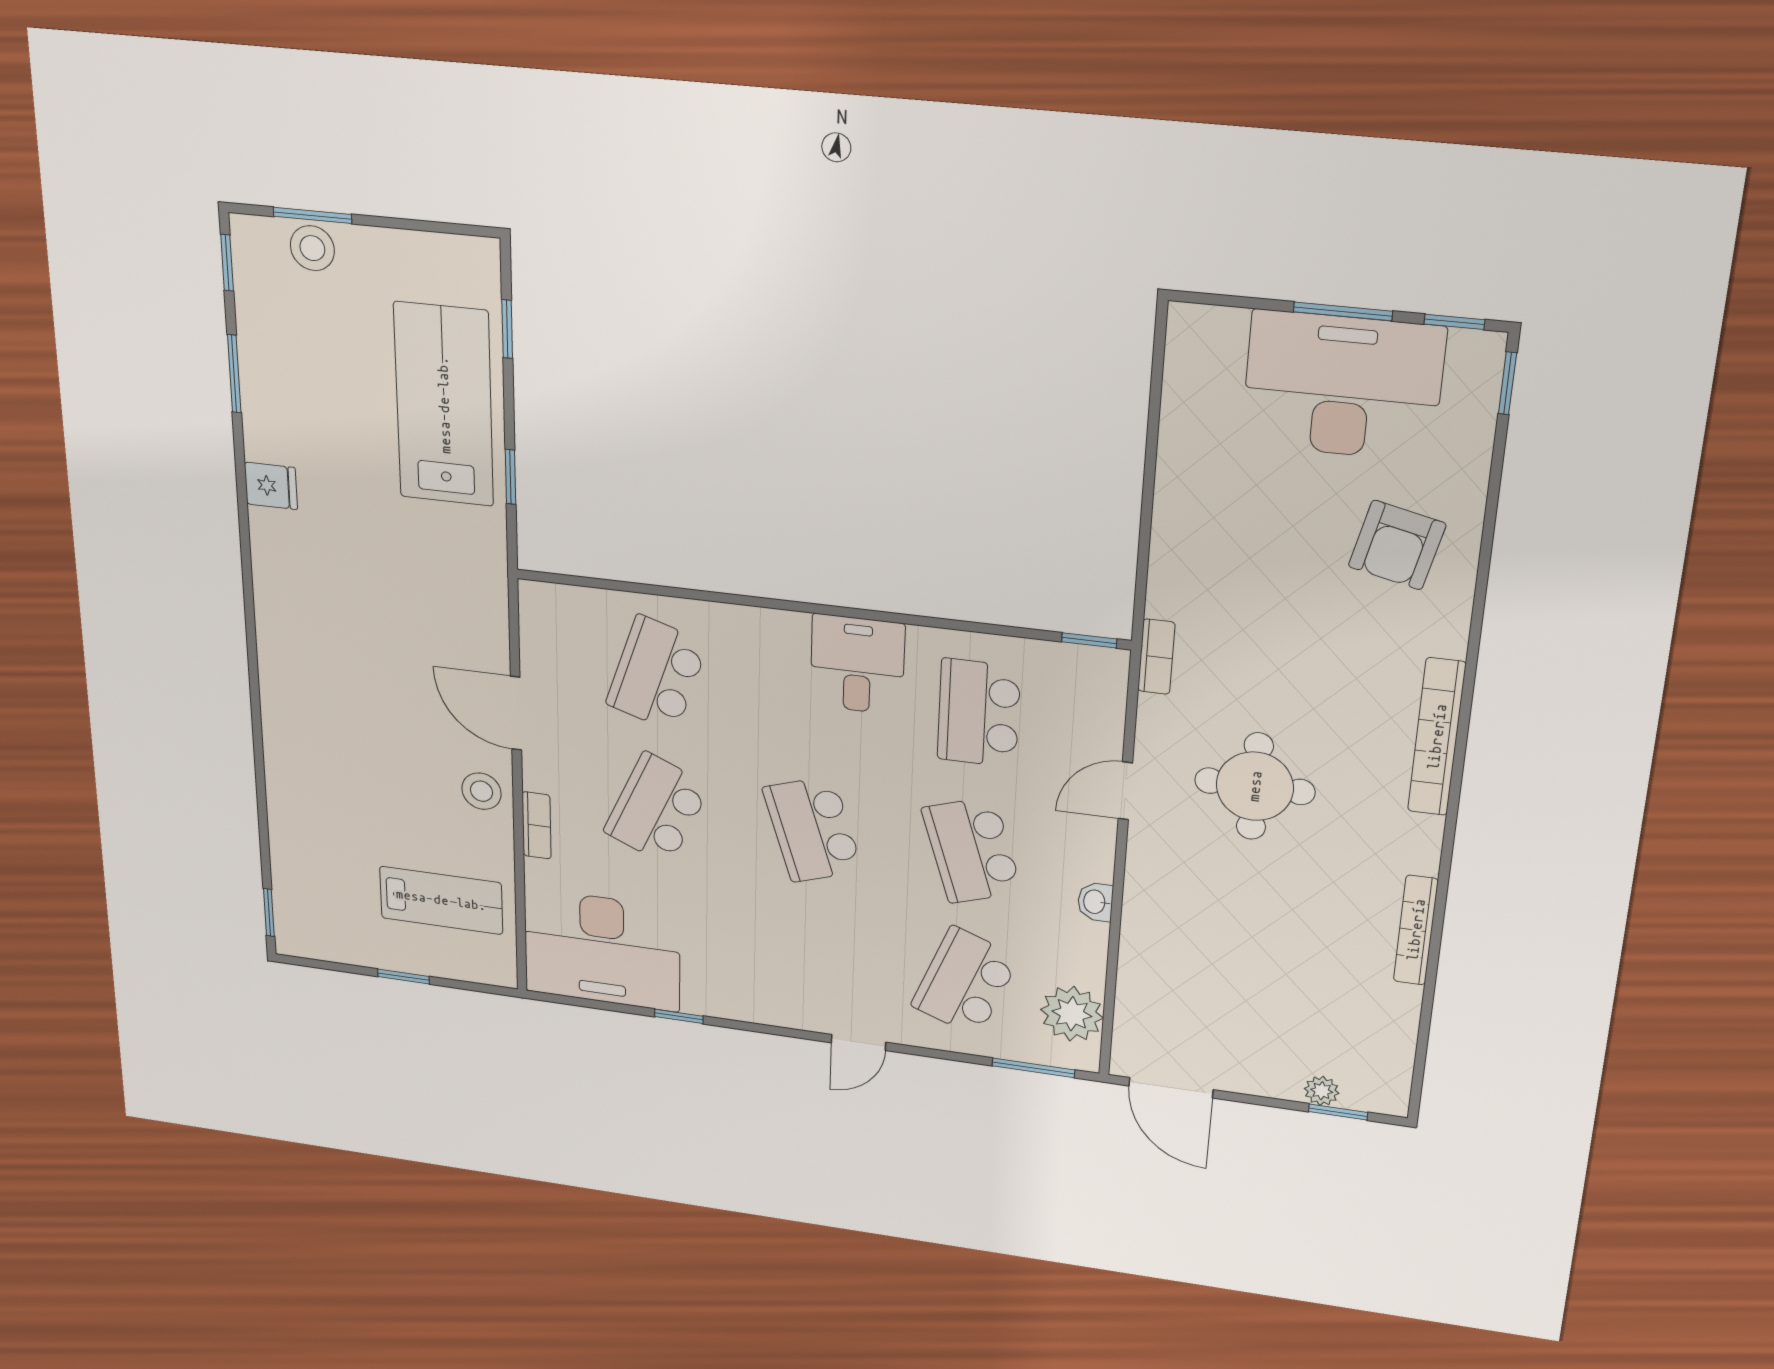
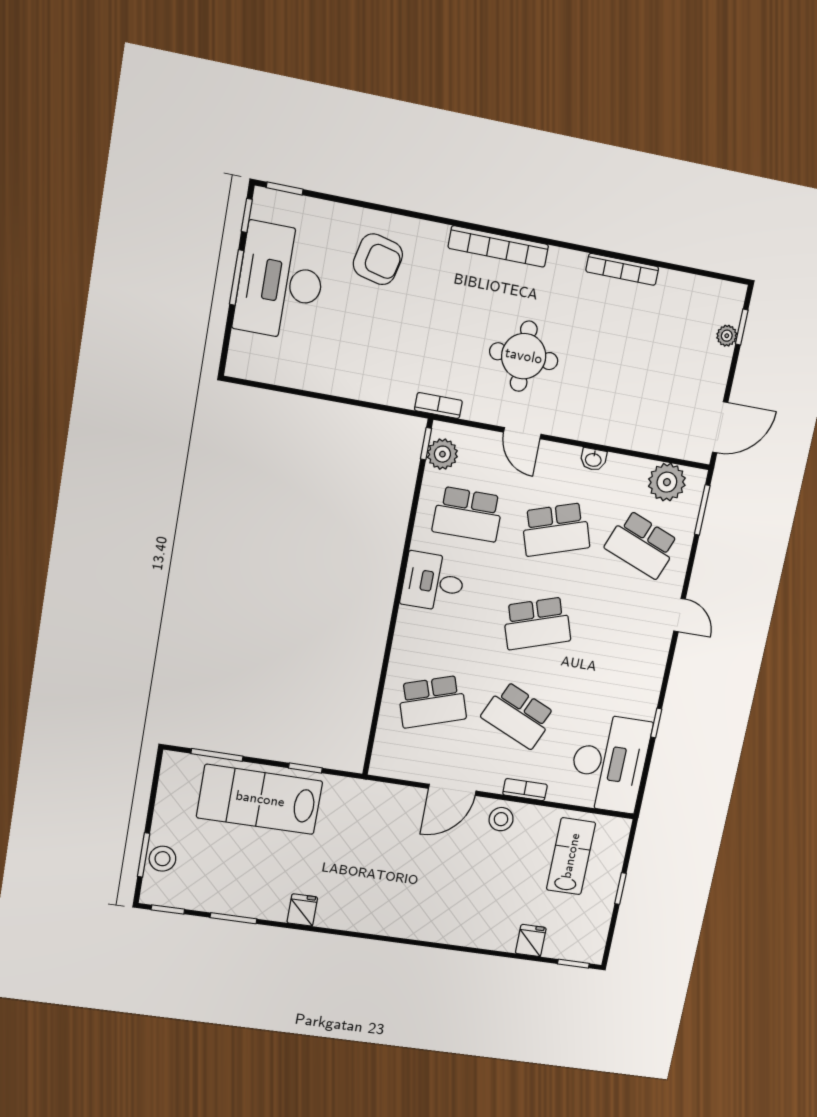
window: (507, 329) -> (217, 755), width x1.50
plant: (1075, 668) -> (442, 454), added
school desk: (657, 674) -> (432, 702), turned -36
fridge: (293, 847) -> (531, 941), added

